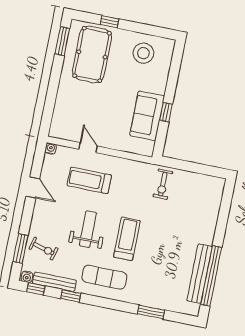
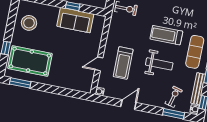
weight bench: (88, 229) -> (159, 64), turned 180

